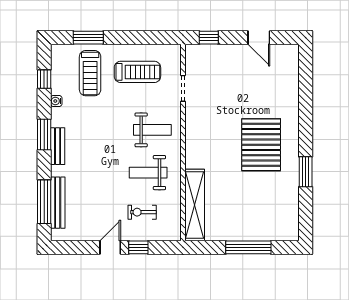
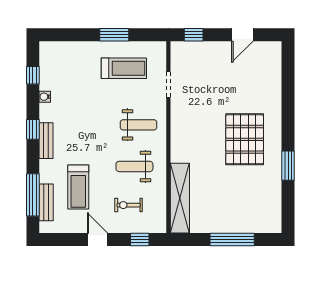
window: (88, 38) -> (114, 35), moved
door: (259, 38) -> (242, 35), hinge flipped
treadmill: (90, 73) -> (78, 187), moved
window: (44, 135) -> (33, 129), width x0.67
bench: (58, 203) -> (46, 202), width x0.73
door: (110, 247) -> (97, 239), hinge flipped
window: (138, 247) -> (140, 239), moved

